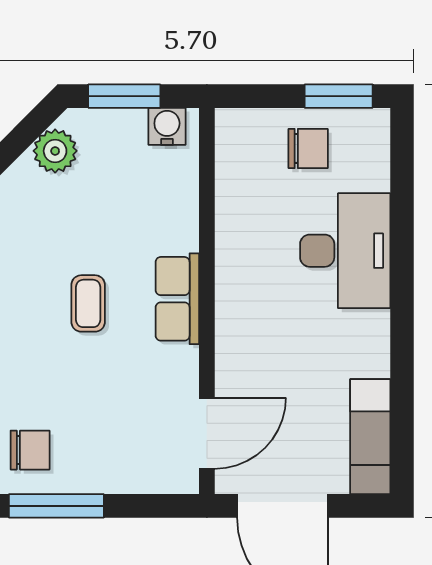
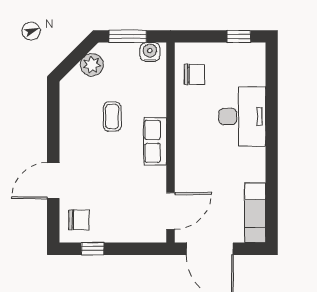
window: (339, 96) -> (239, 36), width x0.67
chair: (308, 149) -> (195, 74), moved
coffee table: (88, 303) -> (112, 116), moved
window: (56, 506) -> (93, 249), width x0.46

